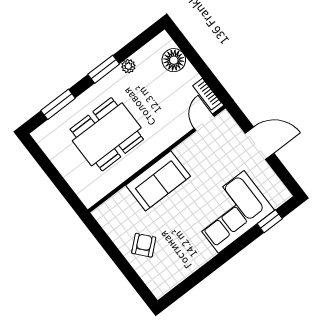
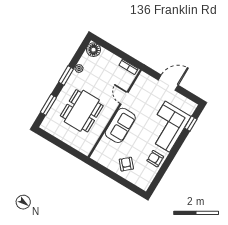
floor lamp: (174, 60) -> (93, 50), moved
door: (204, 122) -> (124, 98), moved
armchair: (192, 254) -> (155, 159), added

